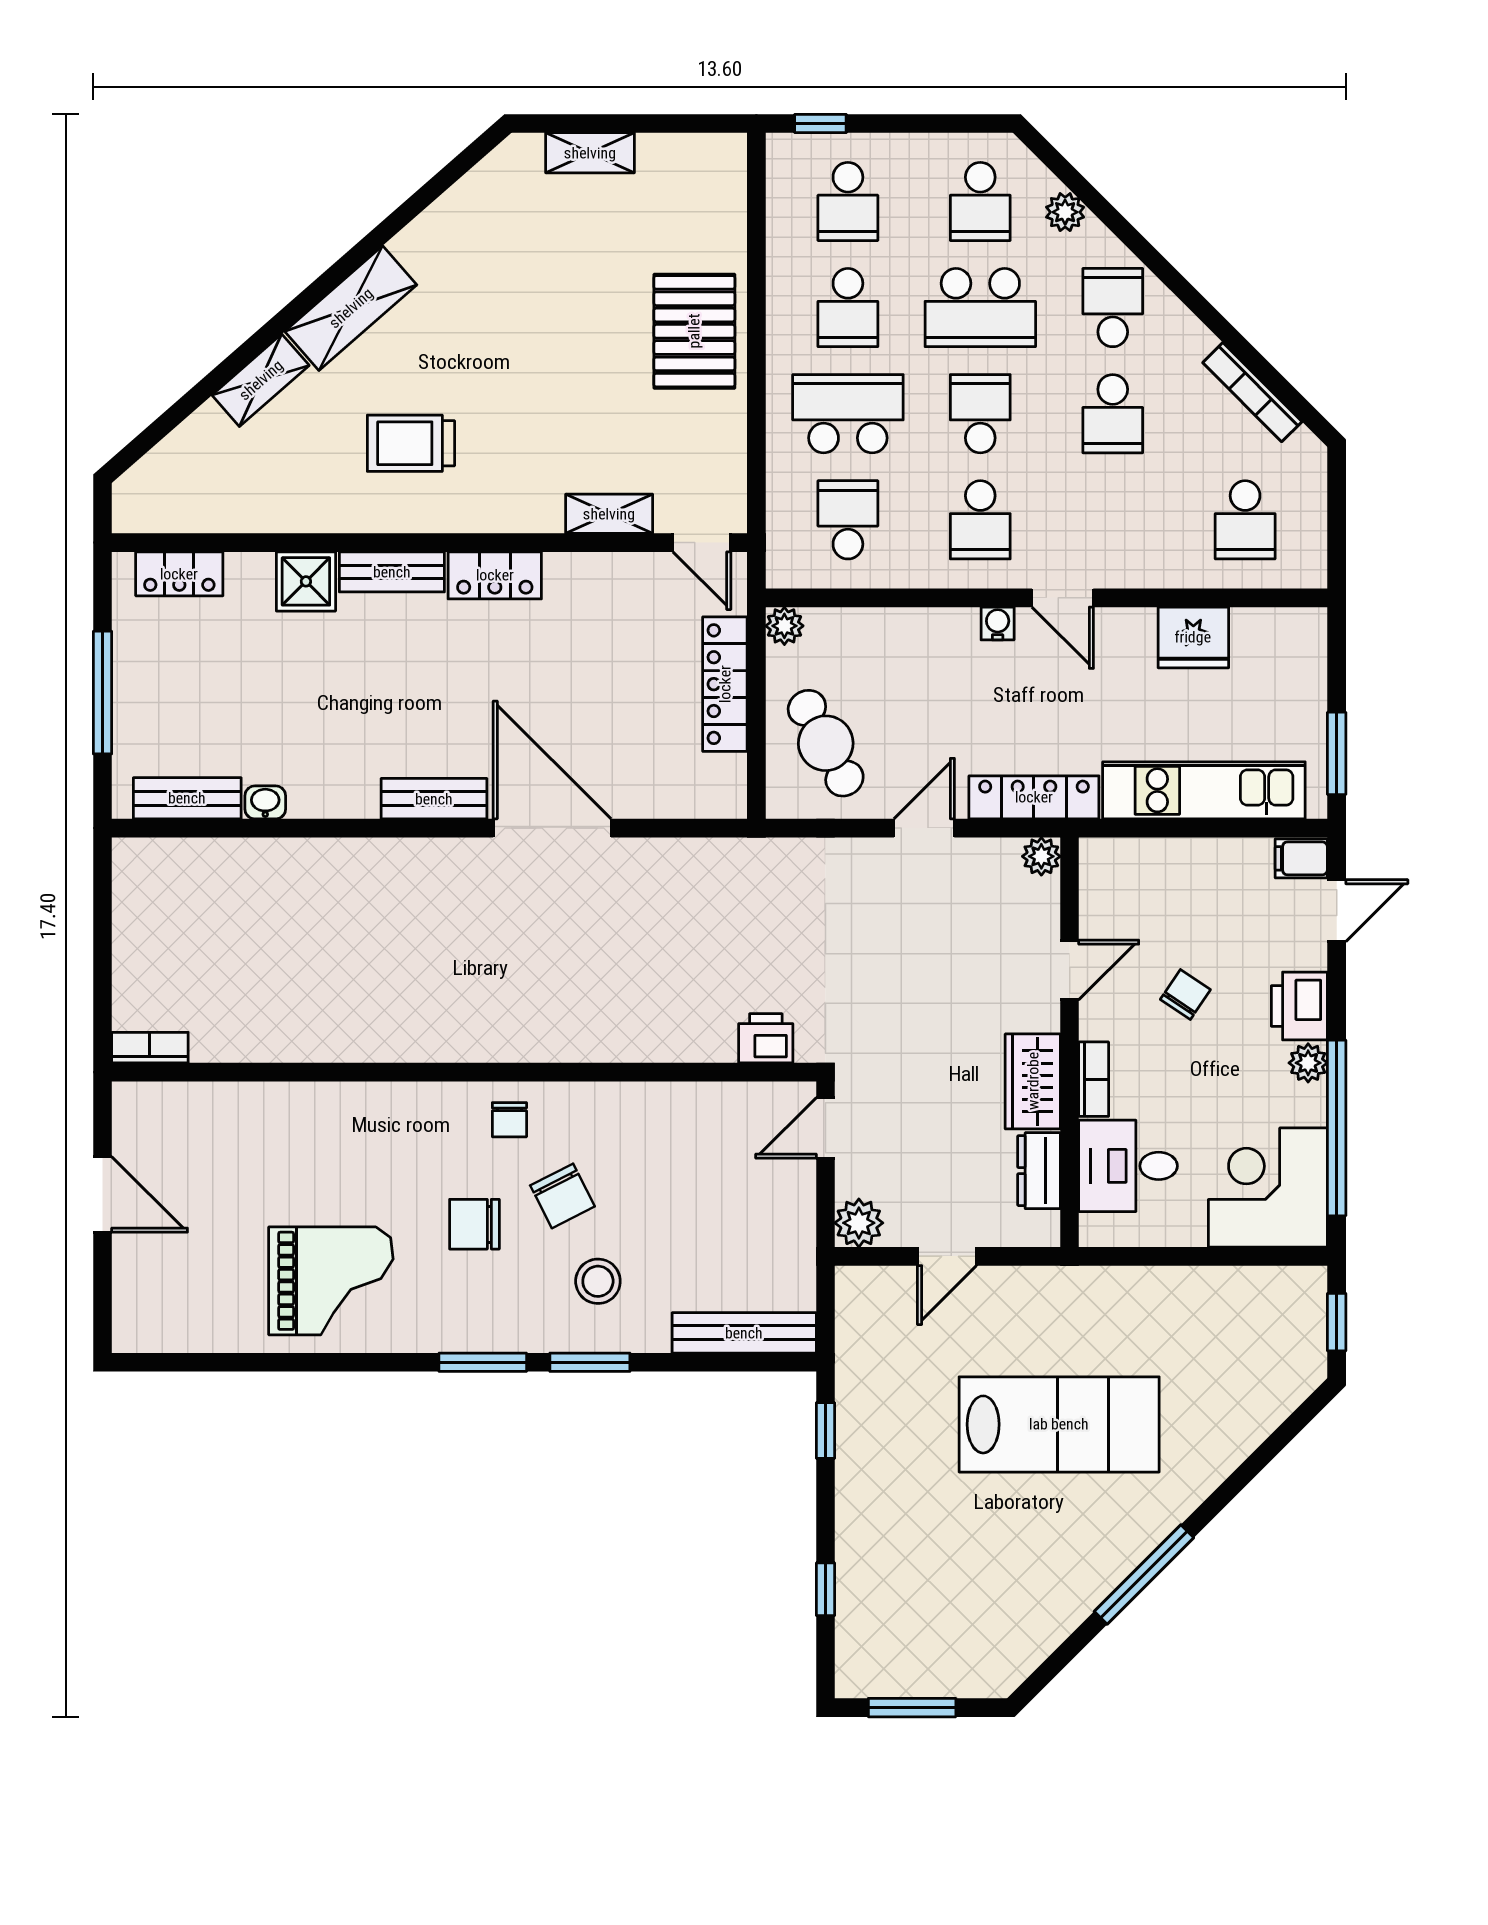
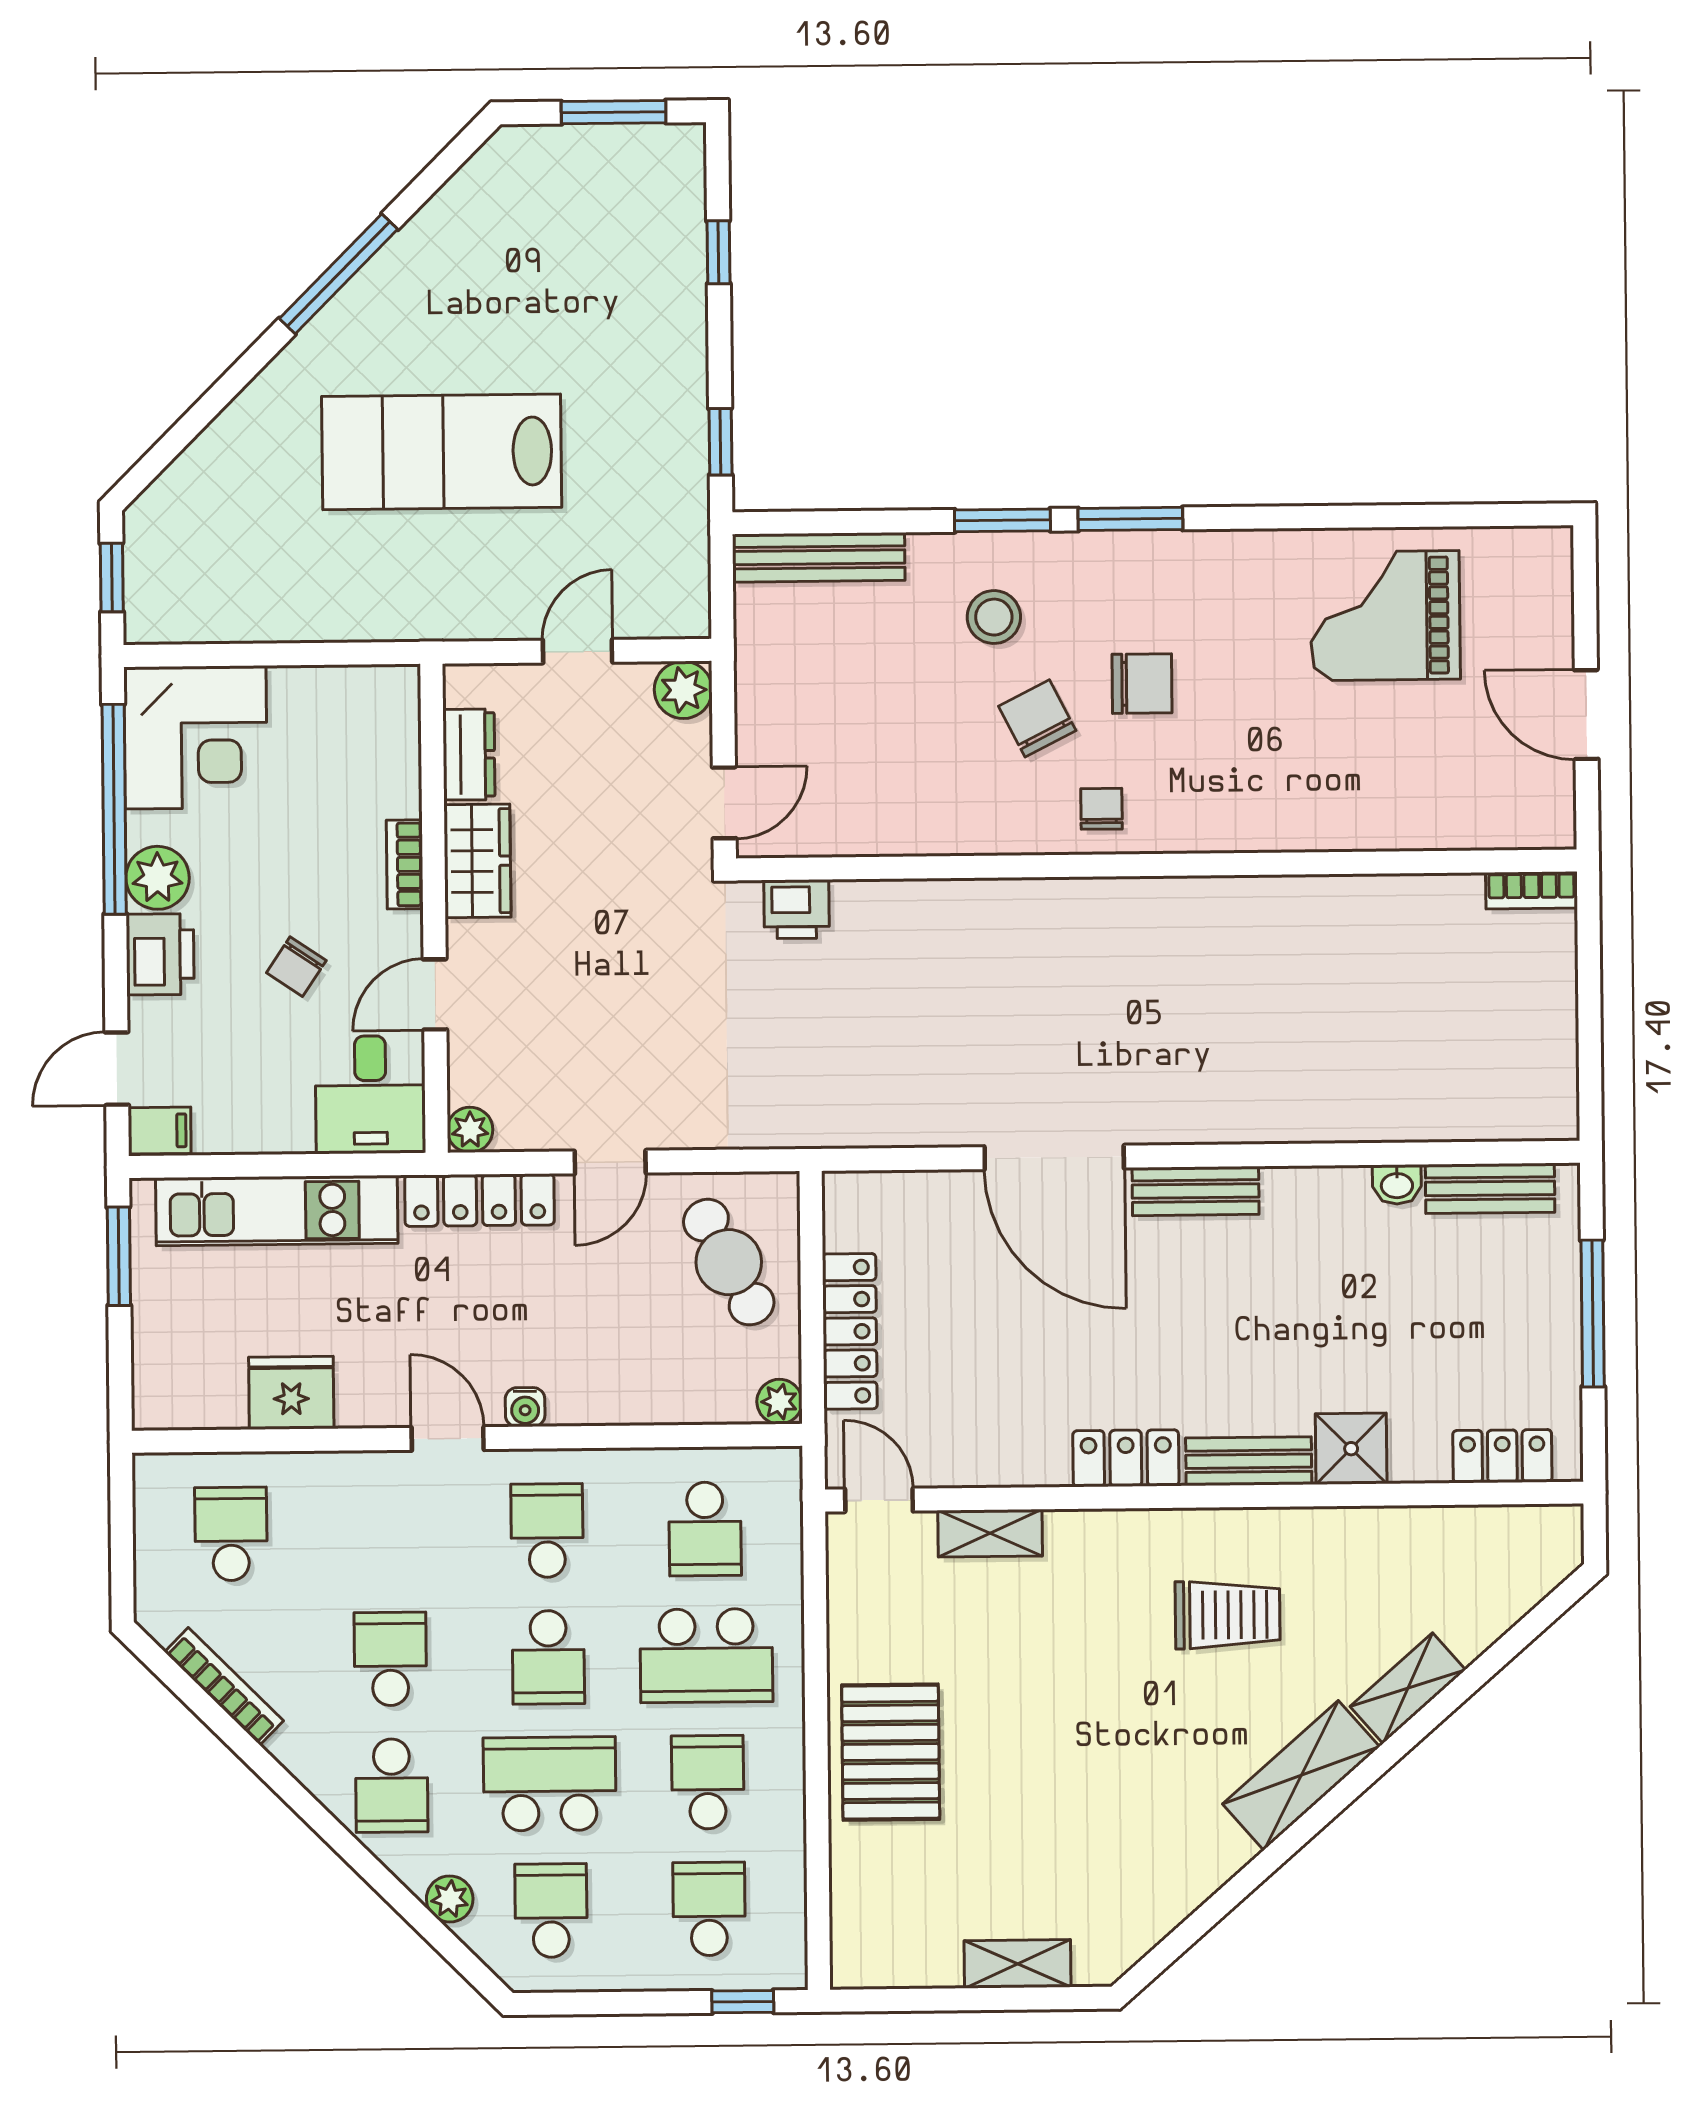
plant: (1308, 1063) -> (157, 878), width x1.38, depth x1.38
desk: (1128, 1166) -> (370, 1095), moved, turned 90
grand piano: (331, 1281) -> (1385, 616), moved

